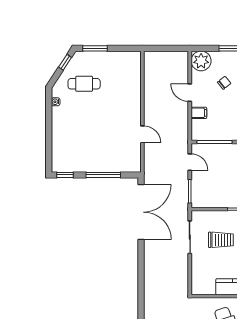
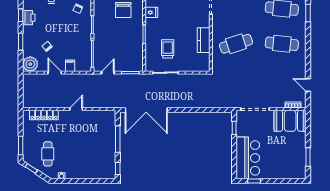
locker: (135, 79) -> (44, 115), added
door: (190, 93) -> (55, 73), swing flipped
door: (142, 134) -> (76, 109), moved
double door: (141, 212) -> (146, 110), swing flipped

